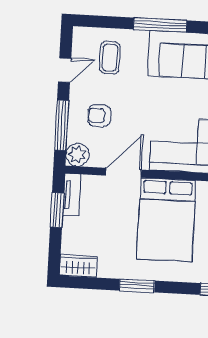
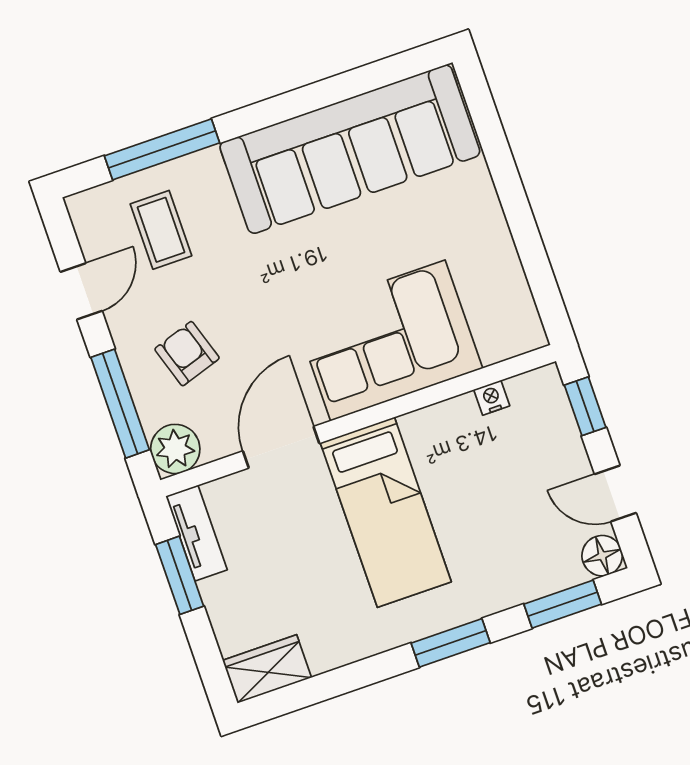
window: (160, 25) -> (162, 149), moved
armchair: (99, 116) -> (187, 354), turned 72
bed: (166, 220) -> (386, 512), width x0.67
window: (137, 286) -> (451, 643), moved

